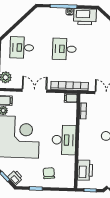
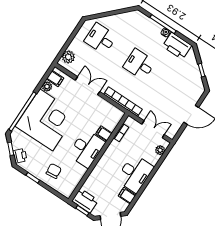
filing cabinet: (71, 98) -> (104, 134), moved
printer: (85, 170) -> (85, 201), moved, turned -90

